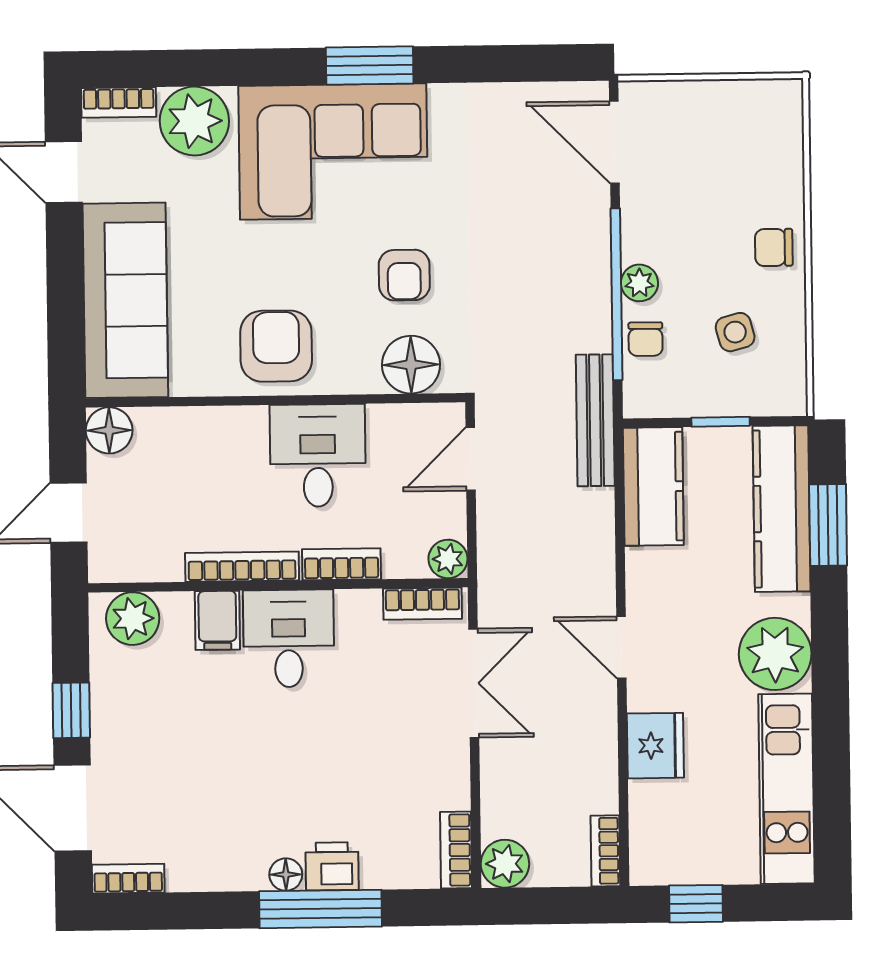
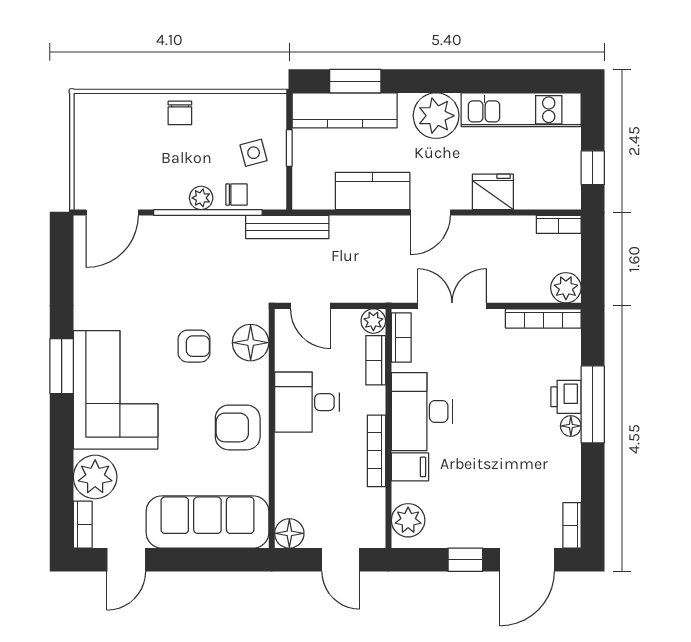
side table: (735, 332) -> (254, 153), moved
kitchen counter: (653, 486) -> (373, 191), moved
bookcase: (342, 564) -> (376, 360), moved
desk: (289, 639) -> (422, 412), width x1.37
bookcase: (456, 850) -> (543, 318), width x1.56

